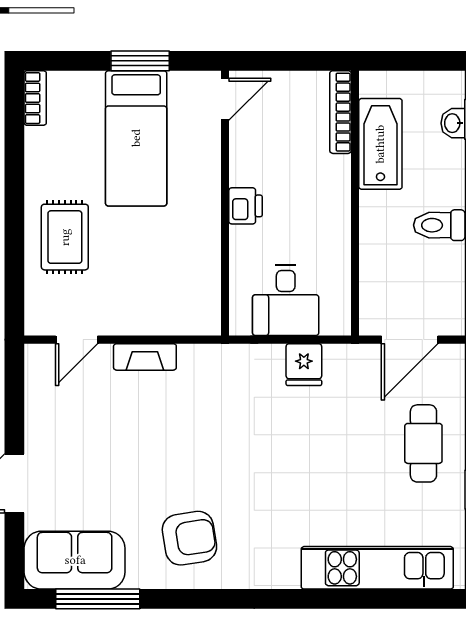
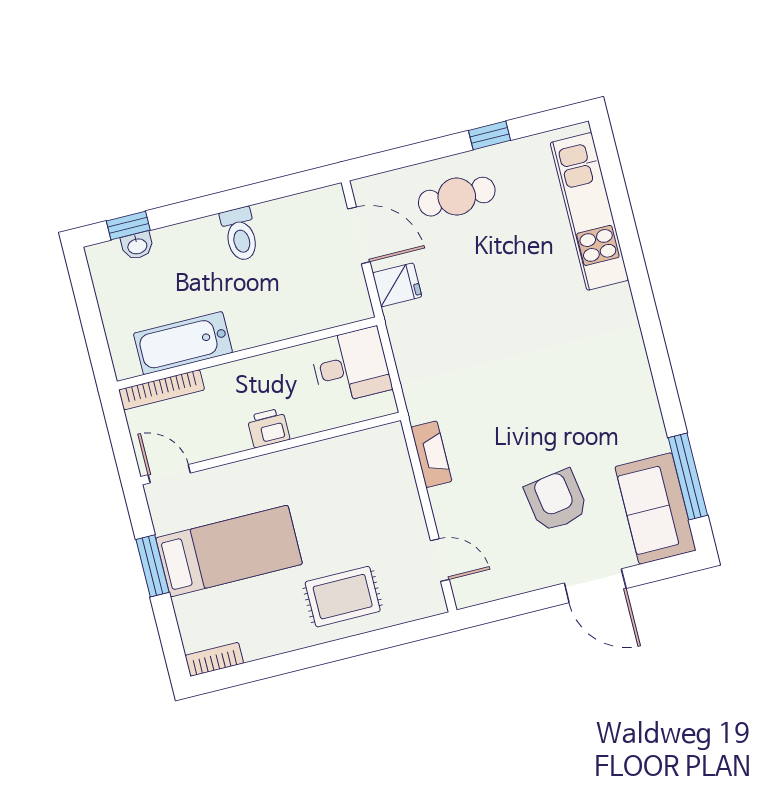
bookcase: (341, 112) -> (162, 390), moved
bathtub: (380, 144) -> (183, 343), moved
wall: (355, 203) -> (247, 353), moved
fireplace: (145, 357) -> (431, 454), moved
fridge: (304, 365) -> (397, 285), moved
armchair: (189, 538) -> (556, 500), moved

